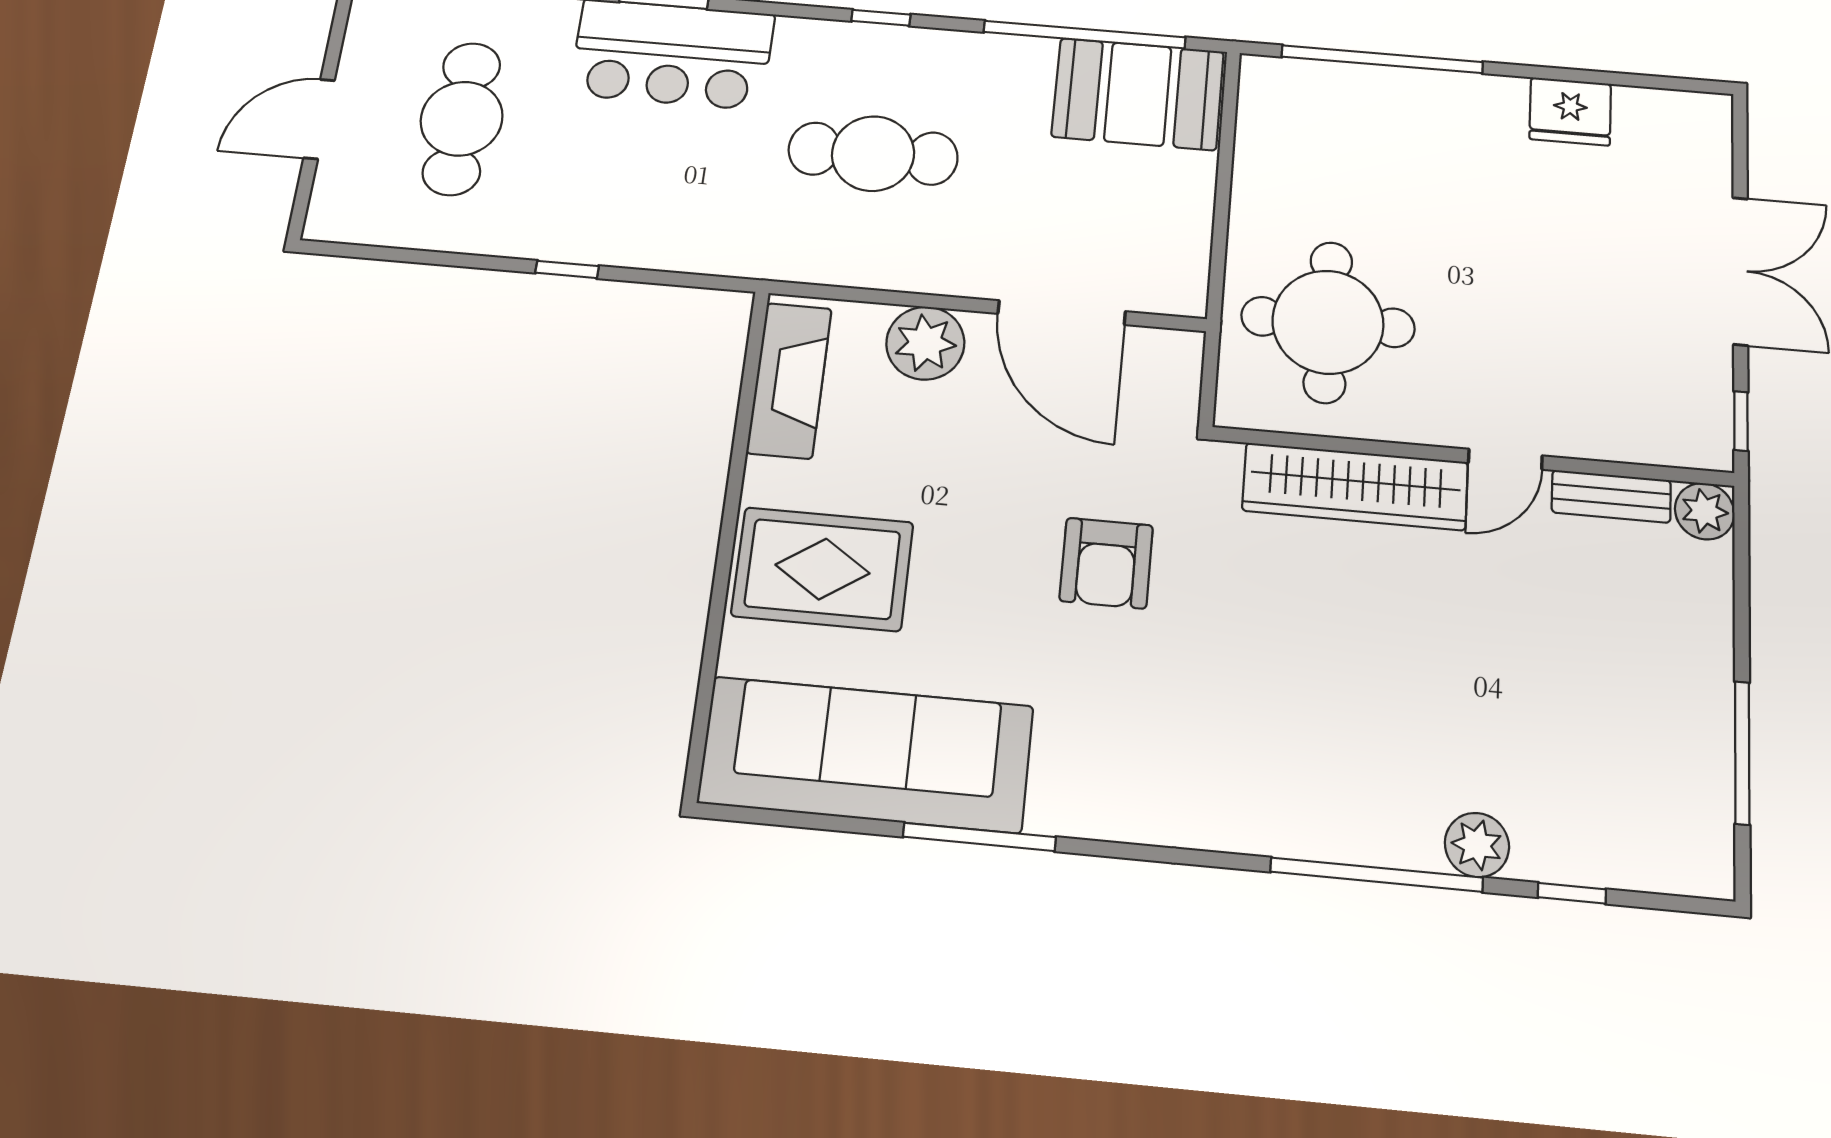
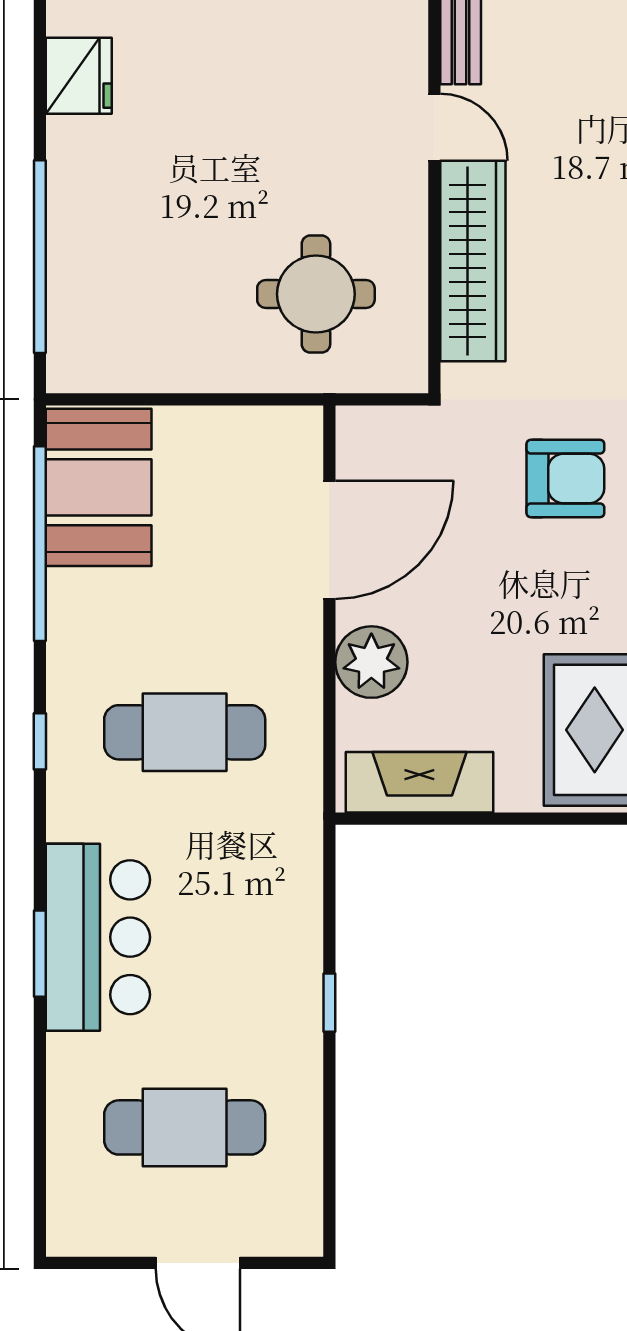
cafe table: (873, 154) -> (185, 732), turned 90
round table: (1328, 322) -> (316, 294), width x0.73, depth x0.73

